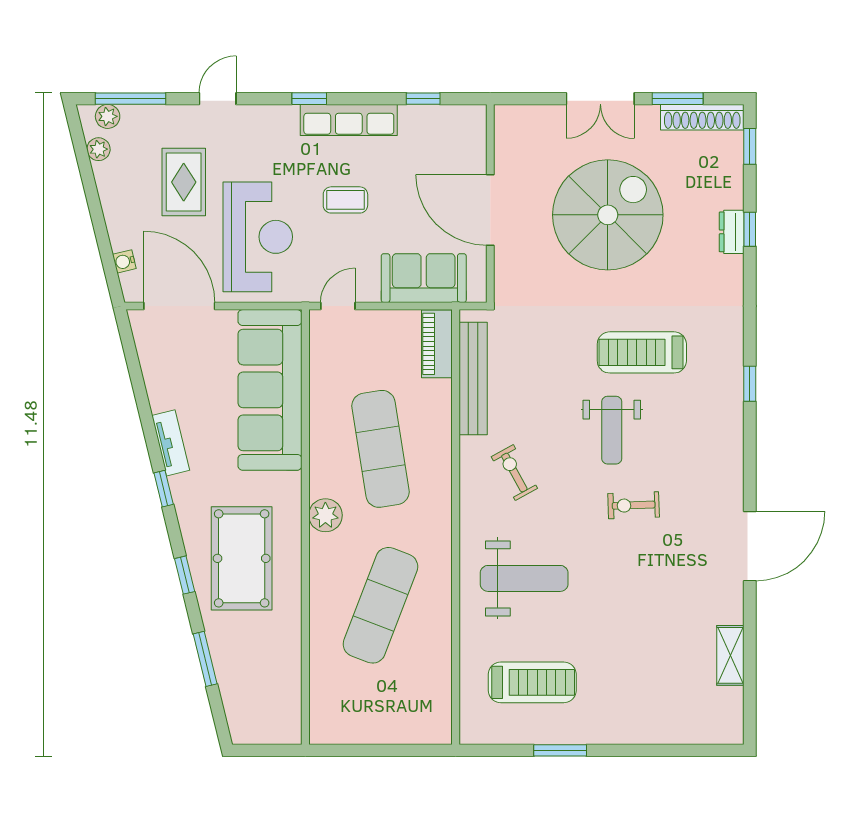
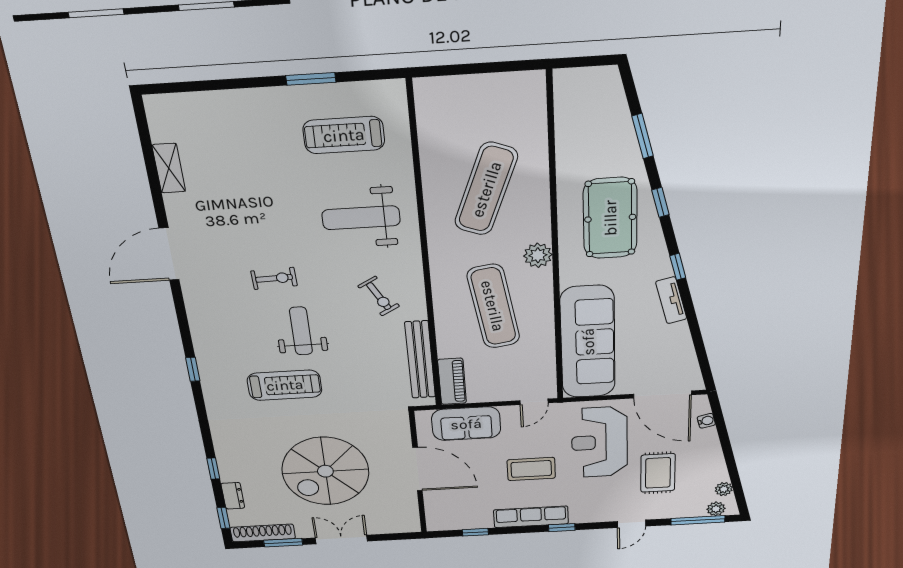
coffee table: (345, 200) -> (531, 469), width x1.36, depth x1.30
dresser: (732, 232) -> (233, 496), moved

